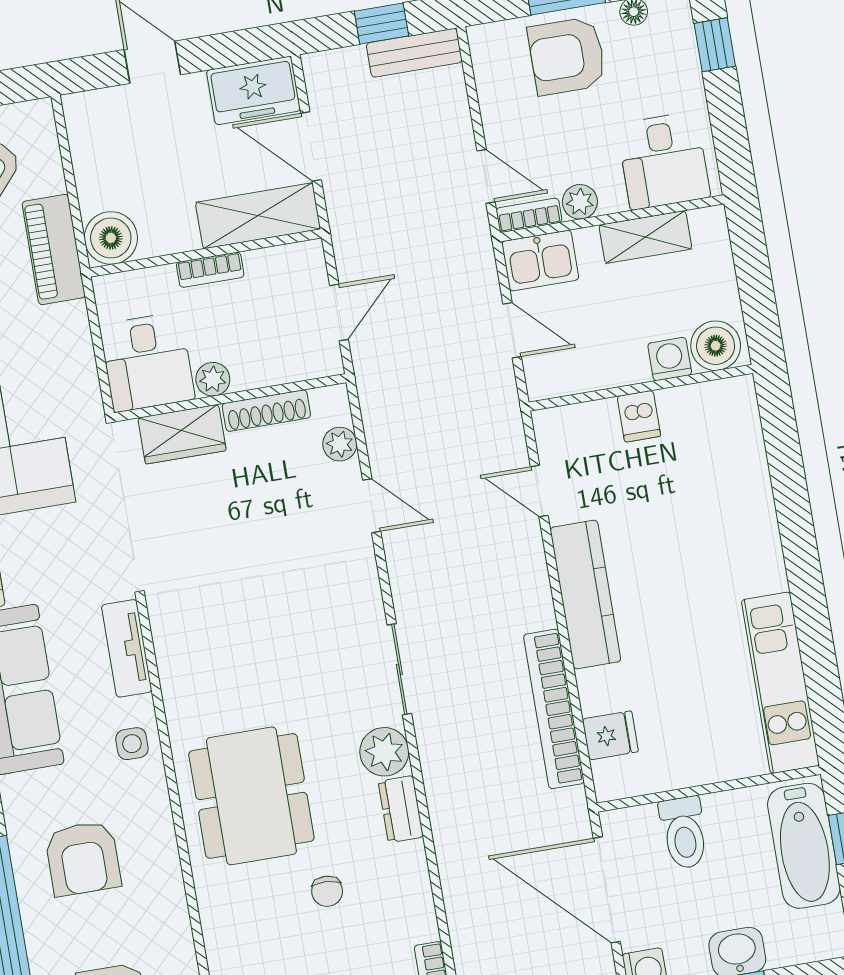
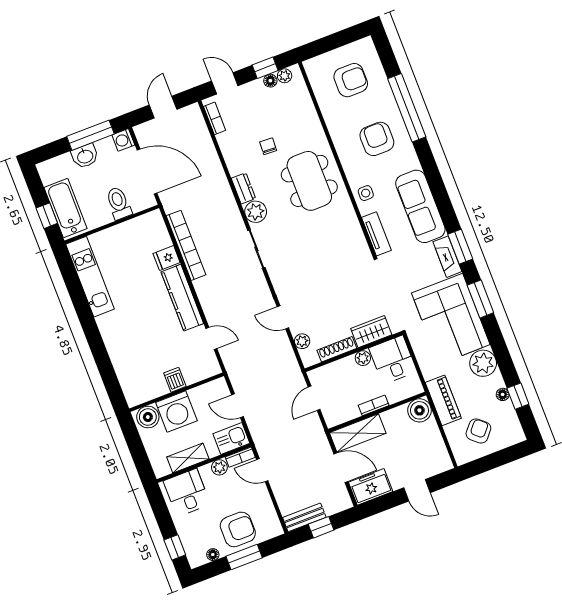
washing machine: (670, 359) -> (176, 412), width x1.89, depth x1.89
fridge: (610, 735) -> (167, 258), moved

